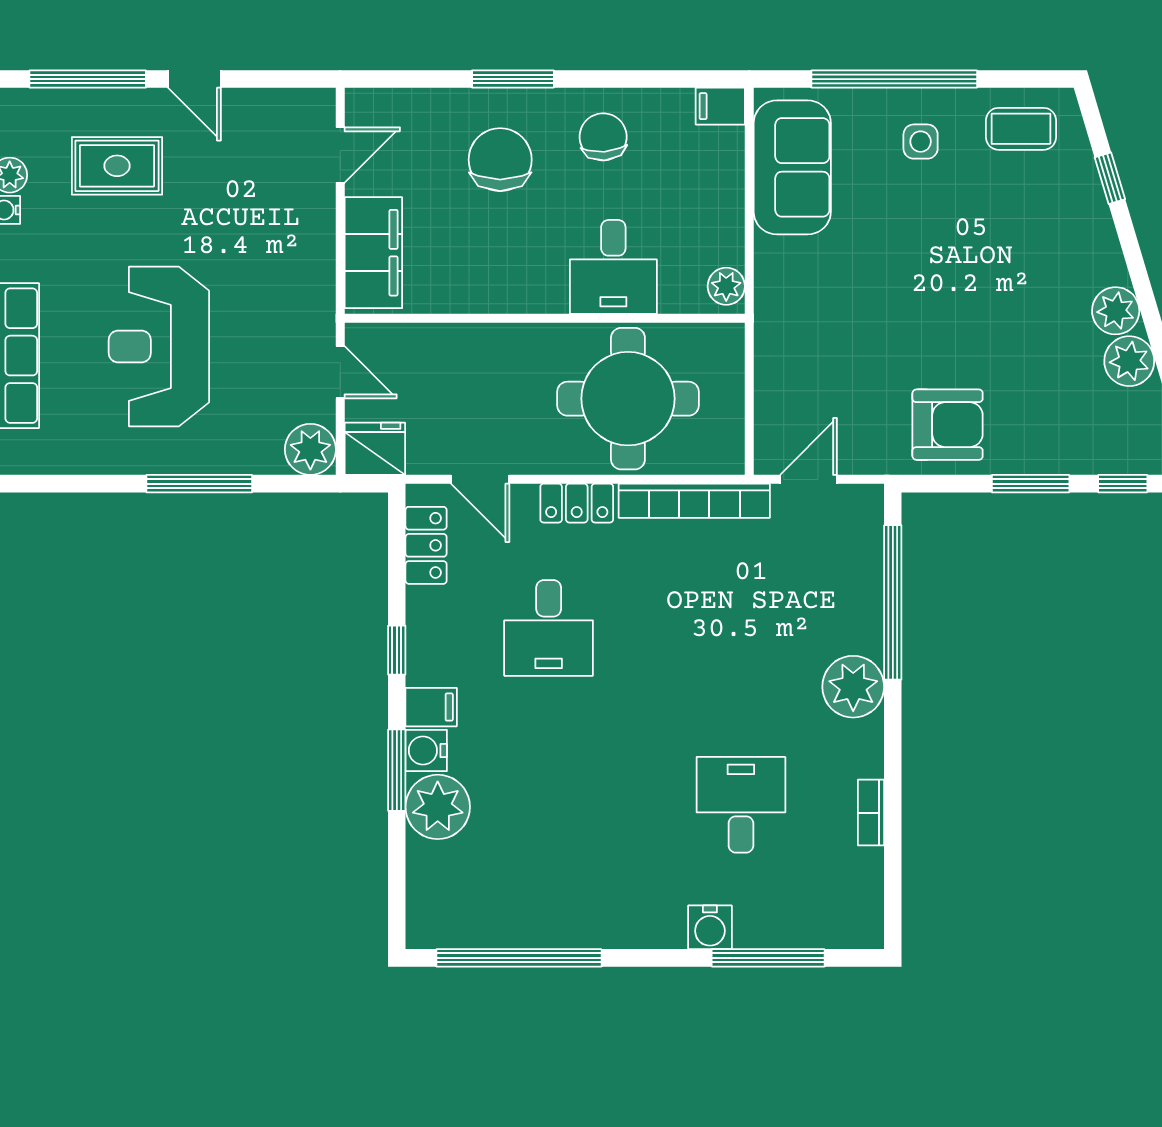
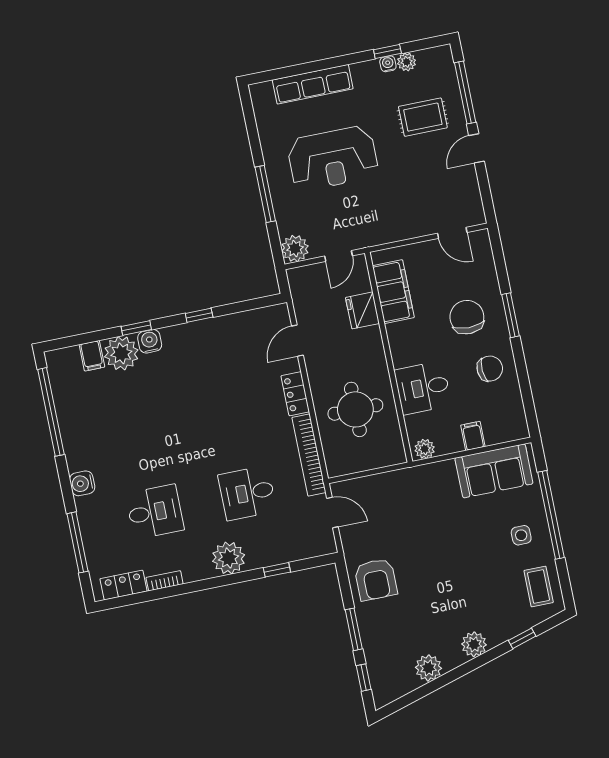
filing cabinet: (720, 106) -> (473, 436), moved
chair: (500, 160) -> (467, 317), turned -90
rug: (117, 166) -> (423, 117), turned 90
filing cabinet: (373, 253) -> (393, 292), moved, turned -90
plant: (1116, 311) -> (474, 644), moved
reception desk: (159, 346) -> (333, 158), turned 180
round table: (628, 399) -> (355, 409), width x0.73, depth x0.73
fridge: (375, 449) -> (362, 310), moved, turned 180
locker: (426, 545) -> (123, 585), moved, turned 180
window: (893, 602) -> (277, 570), width x0.32
desk: (549, 628) -> (247, 493), moved
filing cabinet: (431, 707) -> (92, 356), moved
window: (397, 770) -> (136, 328), width x0.67
water cooler: (710, 927) -> (82, 483), moved

